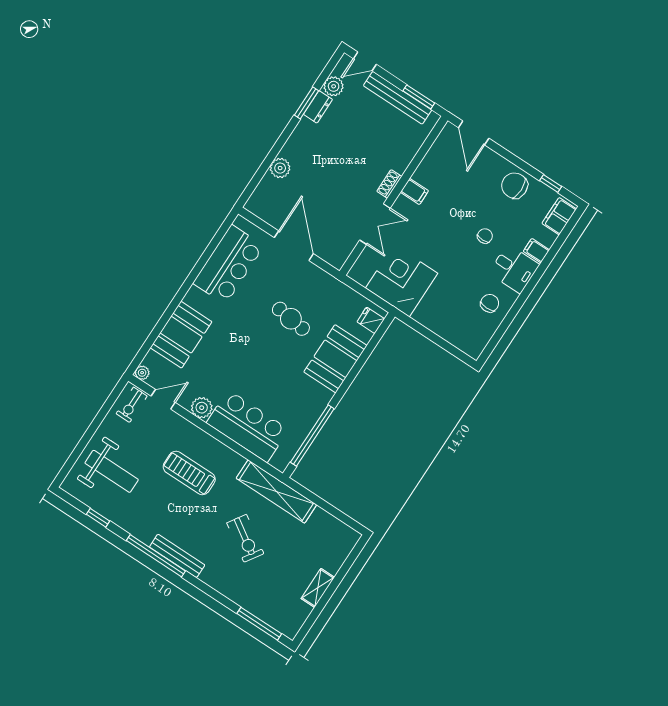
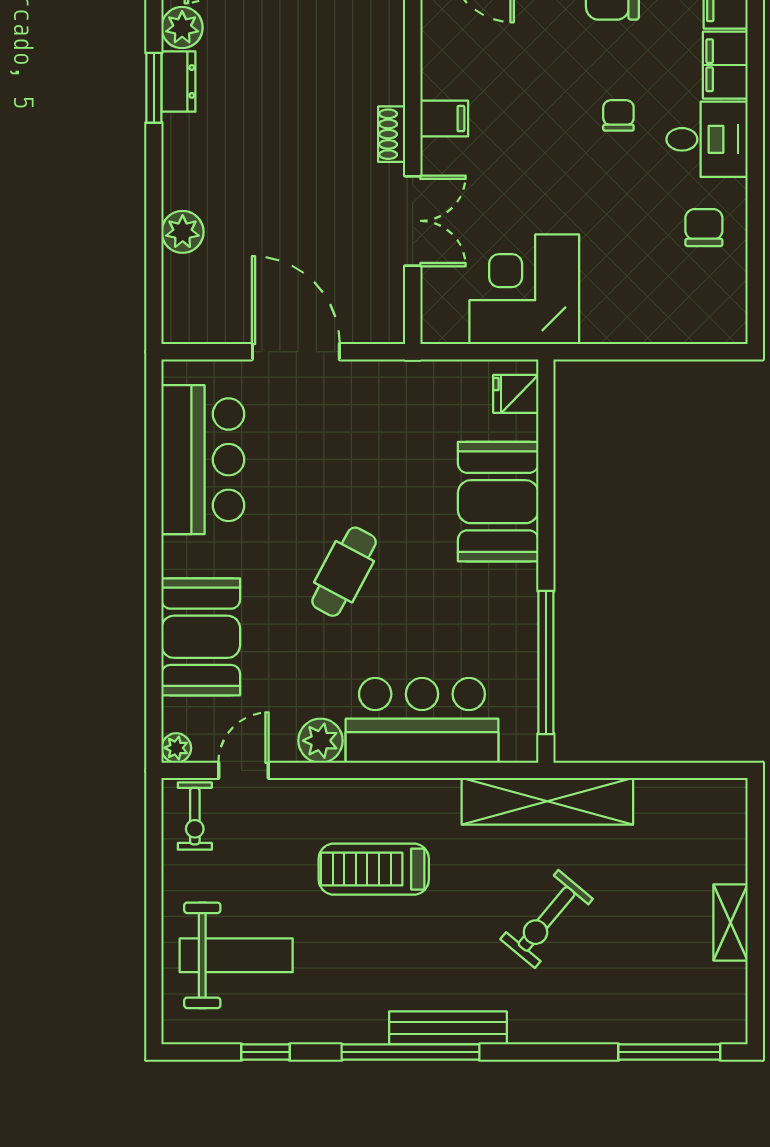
filing cabinet: (536, 251) -> (725, 65), width x2.00
cafe table: (291, 319) -> (344, 572), moved, turned -69
exercise bike: (245, 538) -> (547, 919), turned 97

